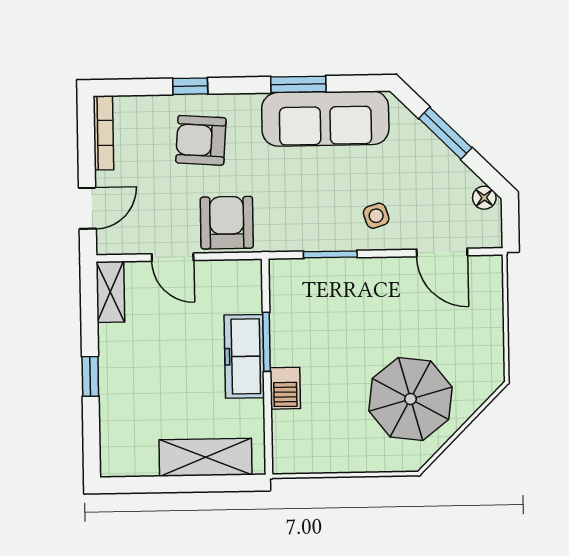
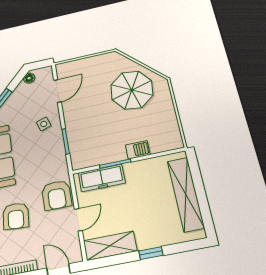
armchair: (227, 223) -> (57, 195), turned -90
shelving: (110, 292) -> (110, 246), width x1.50, depth x1.33
freezer: (244, 356) -> (102, 178), moved
shelving: (205, 457) -> (186, 194), width x1.47

